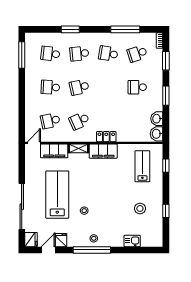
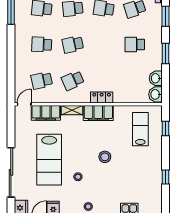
lab bench: (57, 195) -> (49, 160), turned 180
stool: (140, 208) -> (105, 157), moved

